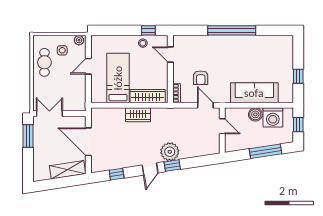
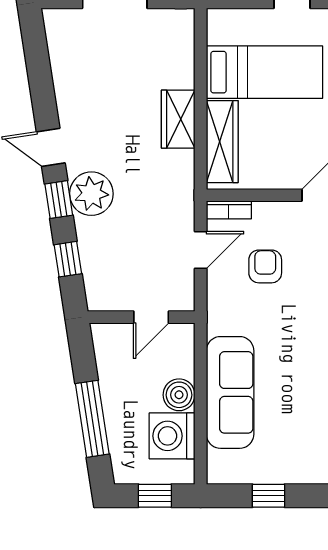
armchair: (201, 78) -> (265, 266), turned 90
door: (205, 105) -> (201, 250), moved
window: (117, 174) -> (68, 259), moved

